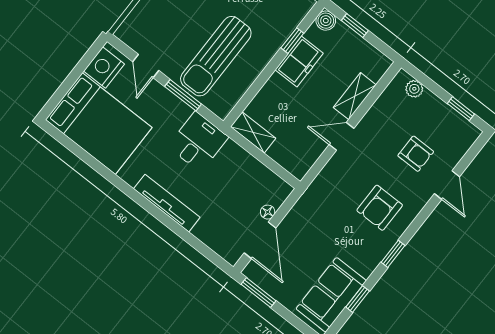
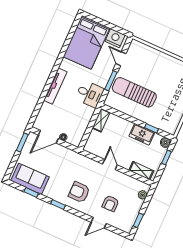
door: (146, 66) -> (121, 59), hinge flipped
shelving: (355, 96) -> (141, 171), moved

